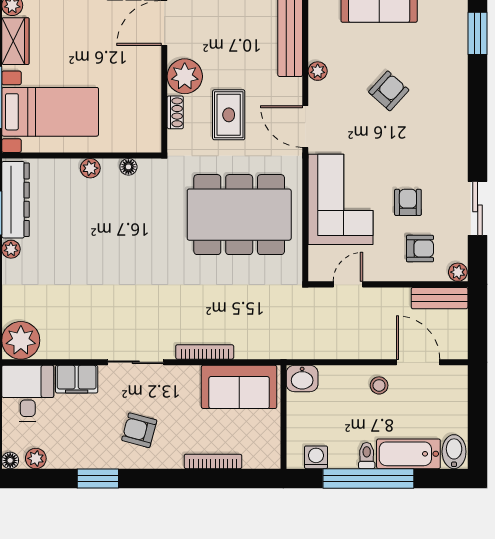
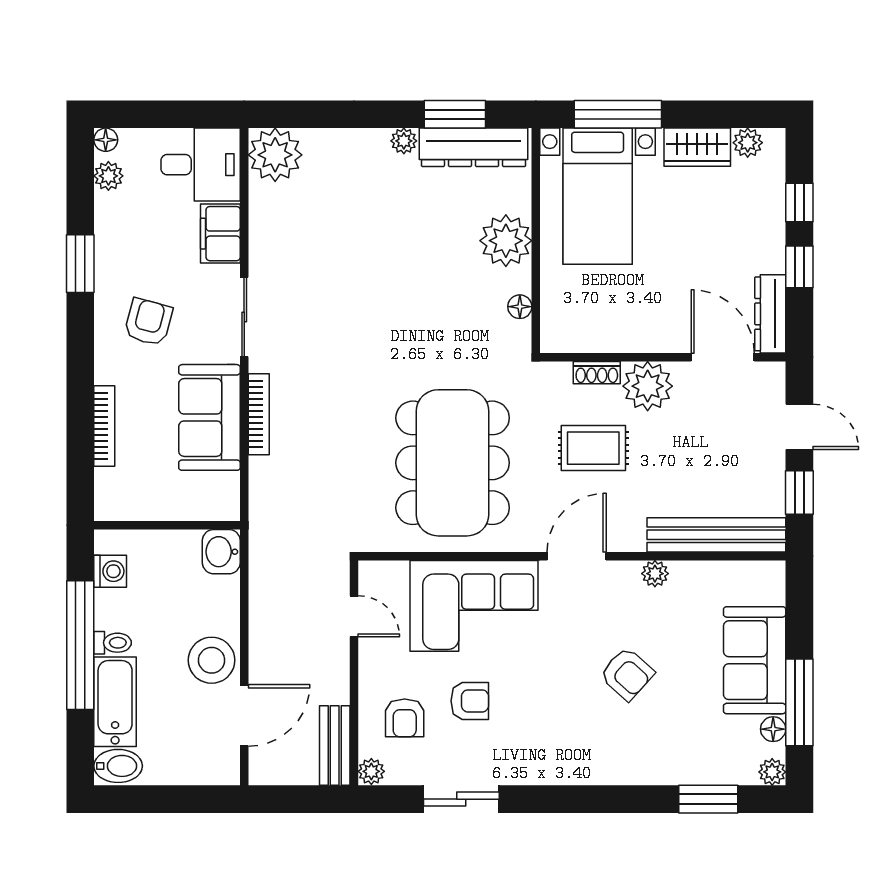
plant: (90, 168) -> (506, 241), width x1.87, depth x1.87
stool: (379, 385) -> (212, 660), width x1.89, depth x1.89
sofa: (239, 387) -> (209, 417), moved

